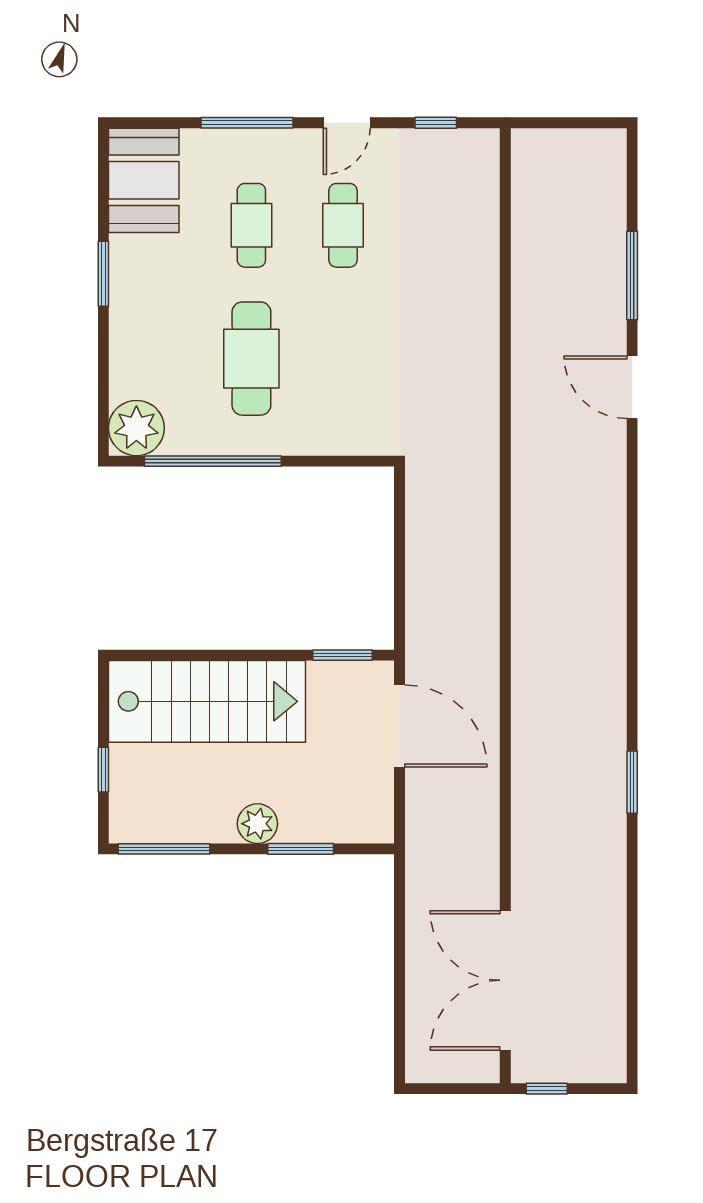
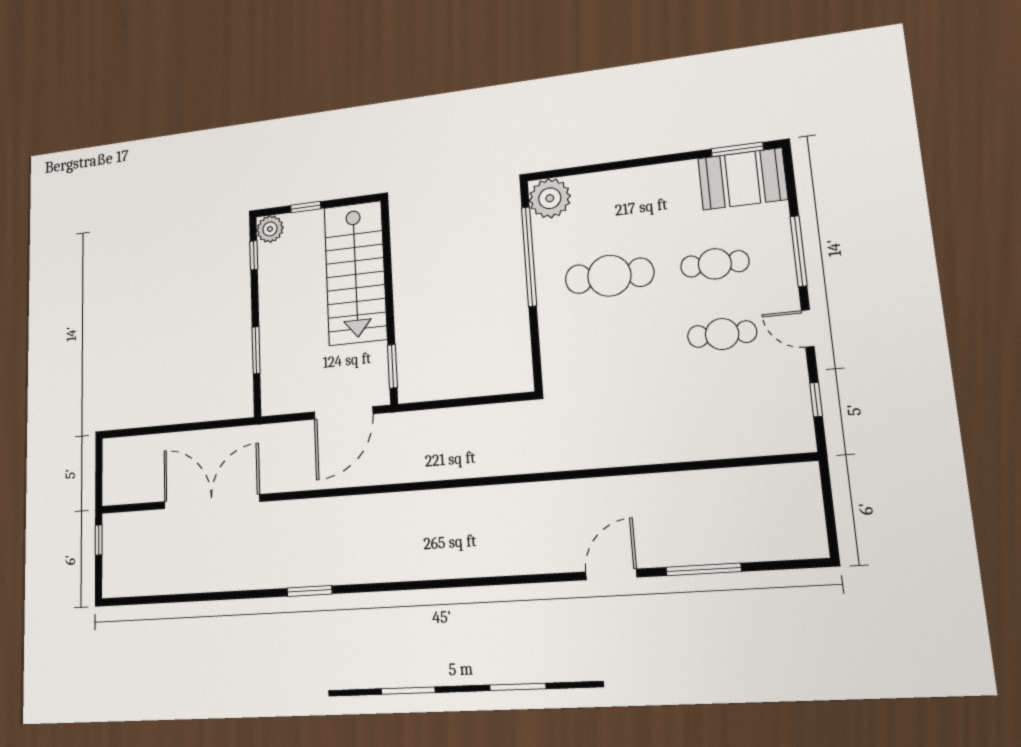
window: (103, 274) -> (737, 149), moved
plant: (257, 824) -> (270, 229), moved
window: (164, 849) -> (254, 255), width x0.46
double door: (505, 980) -> (212, 502), moved

